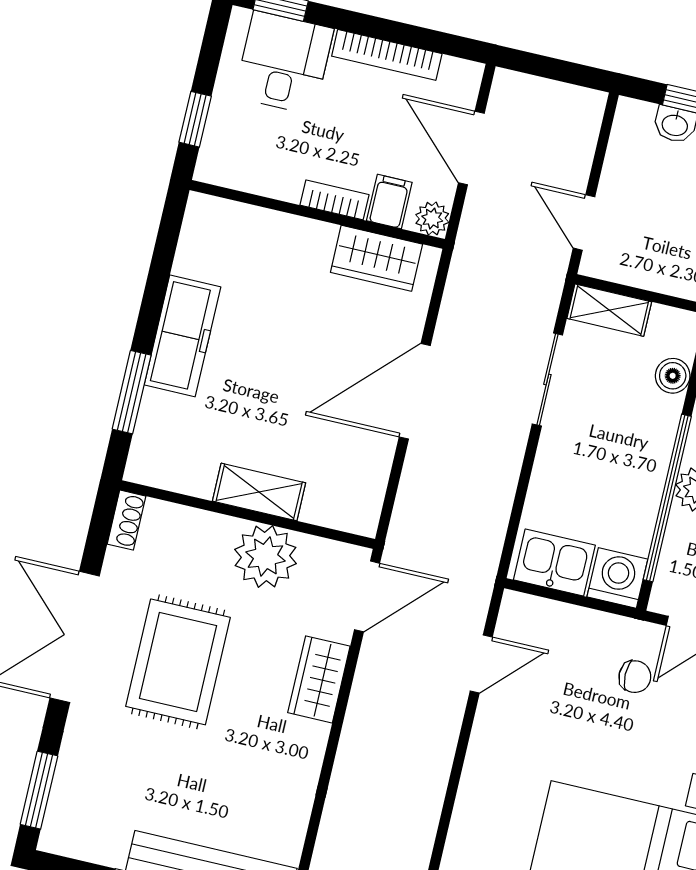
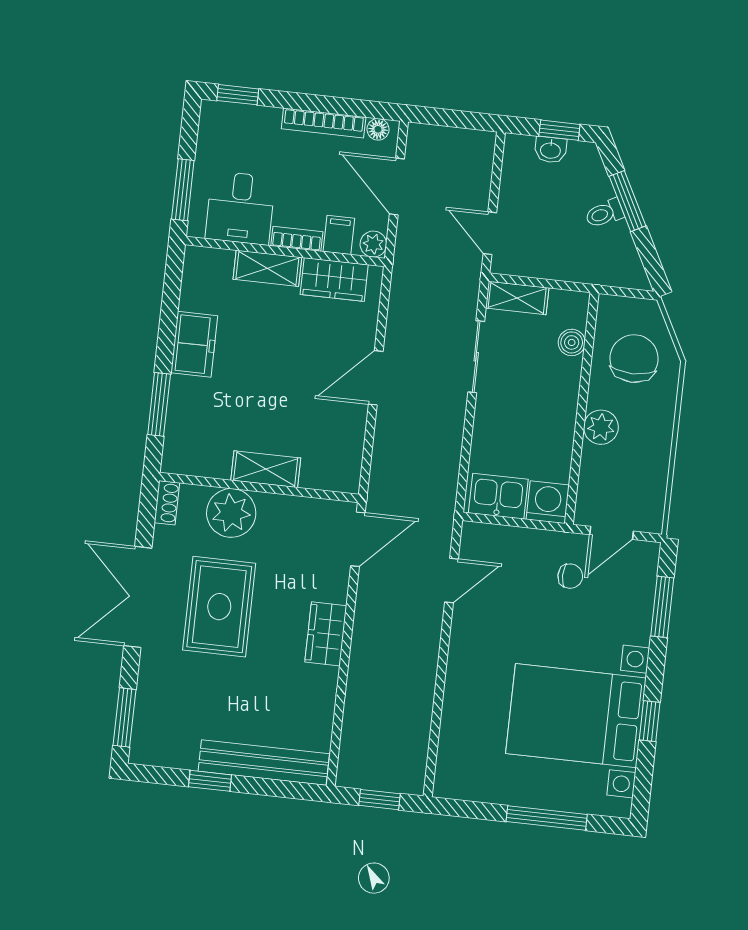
desk: (284, 63) -> (240, 208), moved, turned 180
floor lamp: (456, 71) -> (378, 129), added
window: (195, 119) -> (183, 190), width x1.50
shelving: (292, 233) -> (267, 268), added
freezer: (182, 336) -> (194, 344), width x0.71
door: (415, 391) -> (376, 378), width x0.73
window: (667, 498) -> (579, 436), removed
plant: (265, 557) -> (231, 513), moved
wardrobe: (319, 679) -> (326, 634), moved

